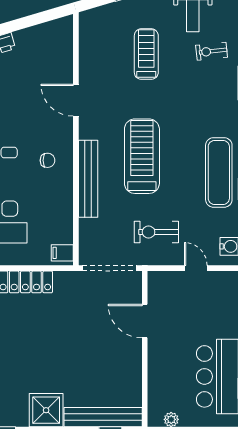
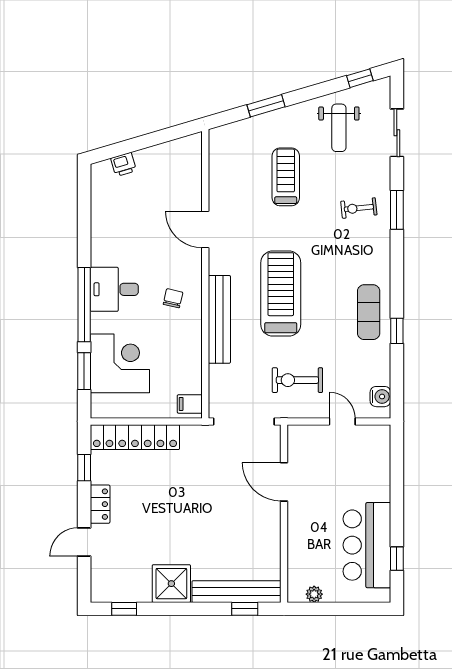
exercise bike: (212, 51) -> (359, 208), moved
chair: (48, 160) -> (173, 298), turned -77
exercise mat: (219, 172) -> (369, 312), width x0.73, depth x0.69

